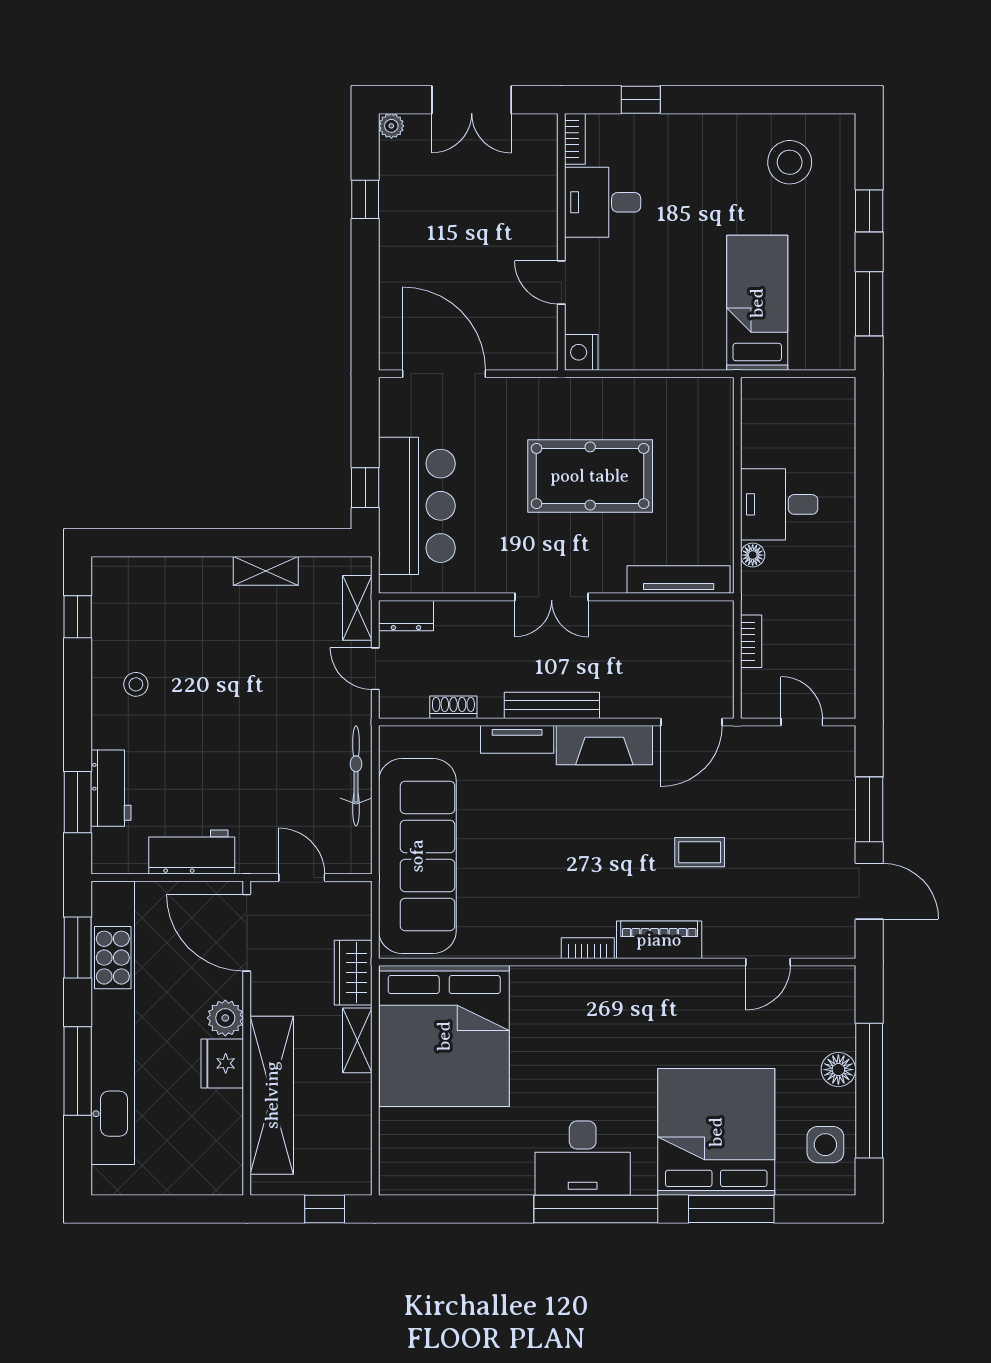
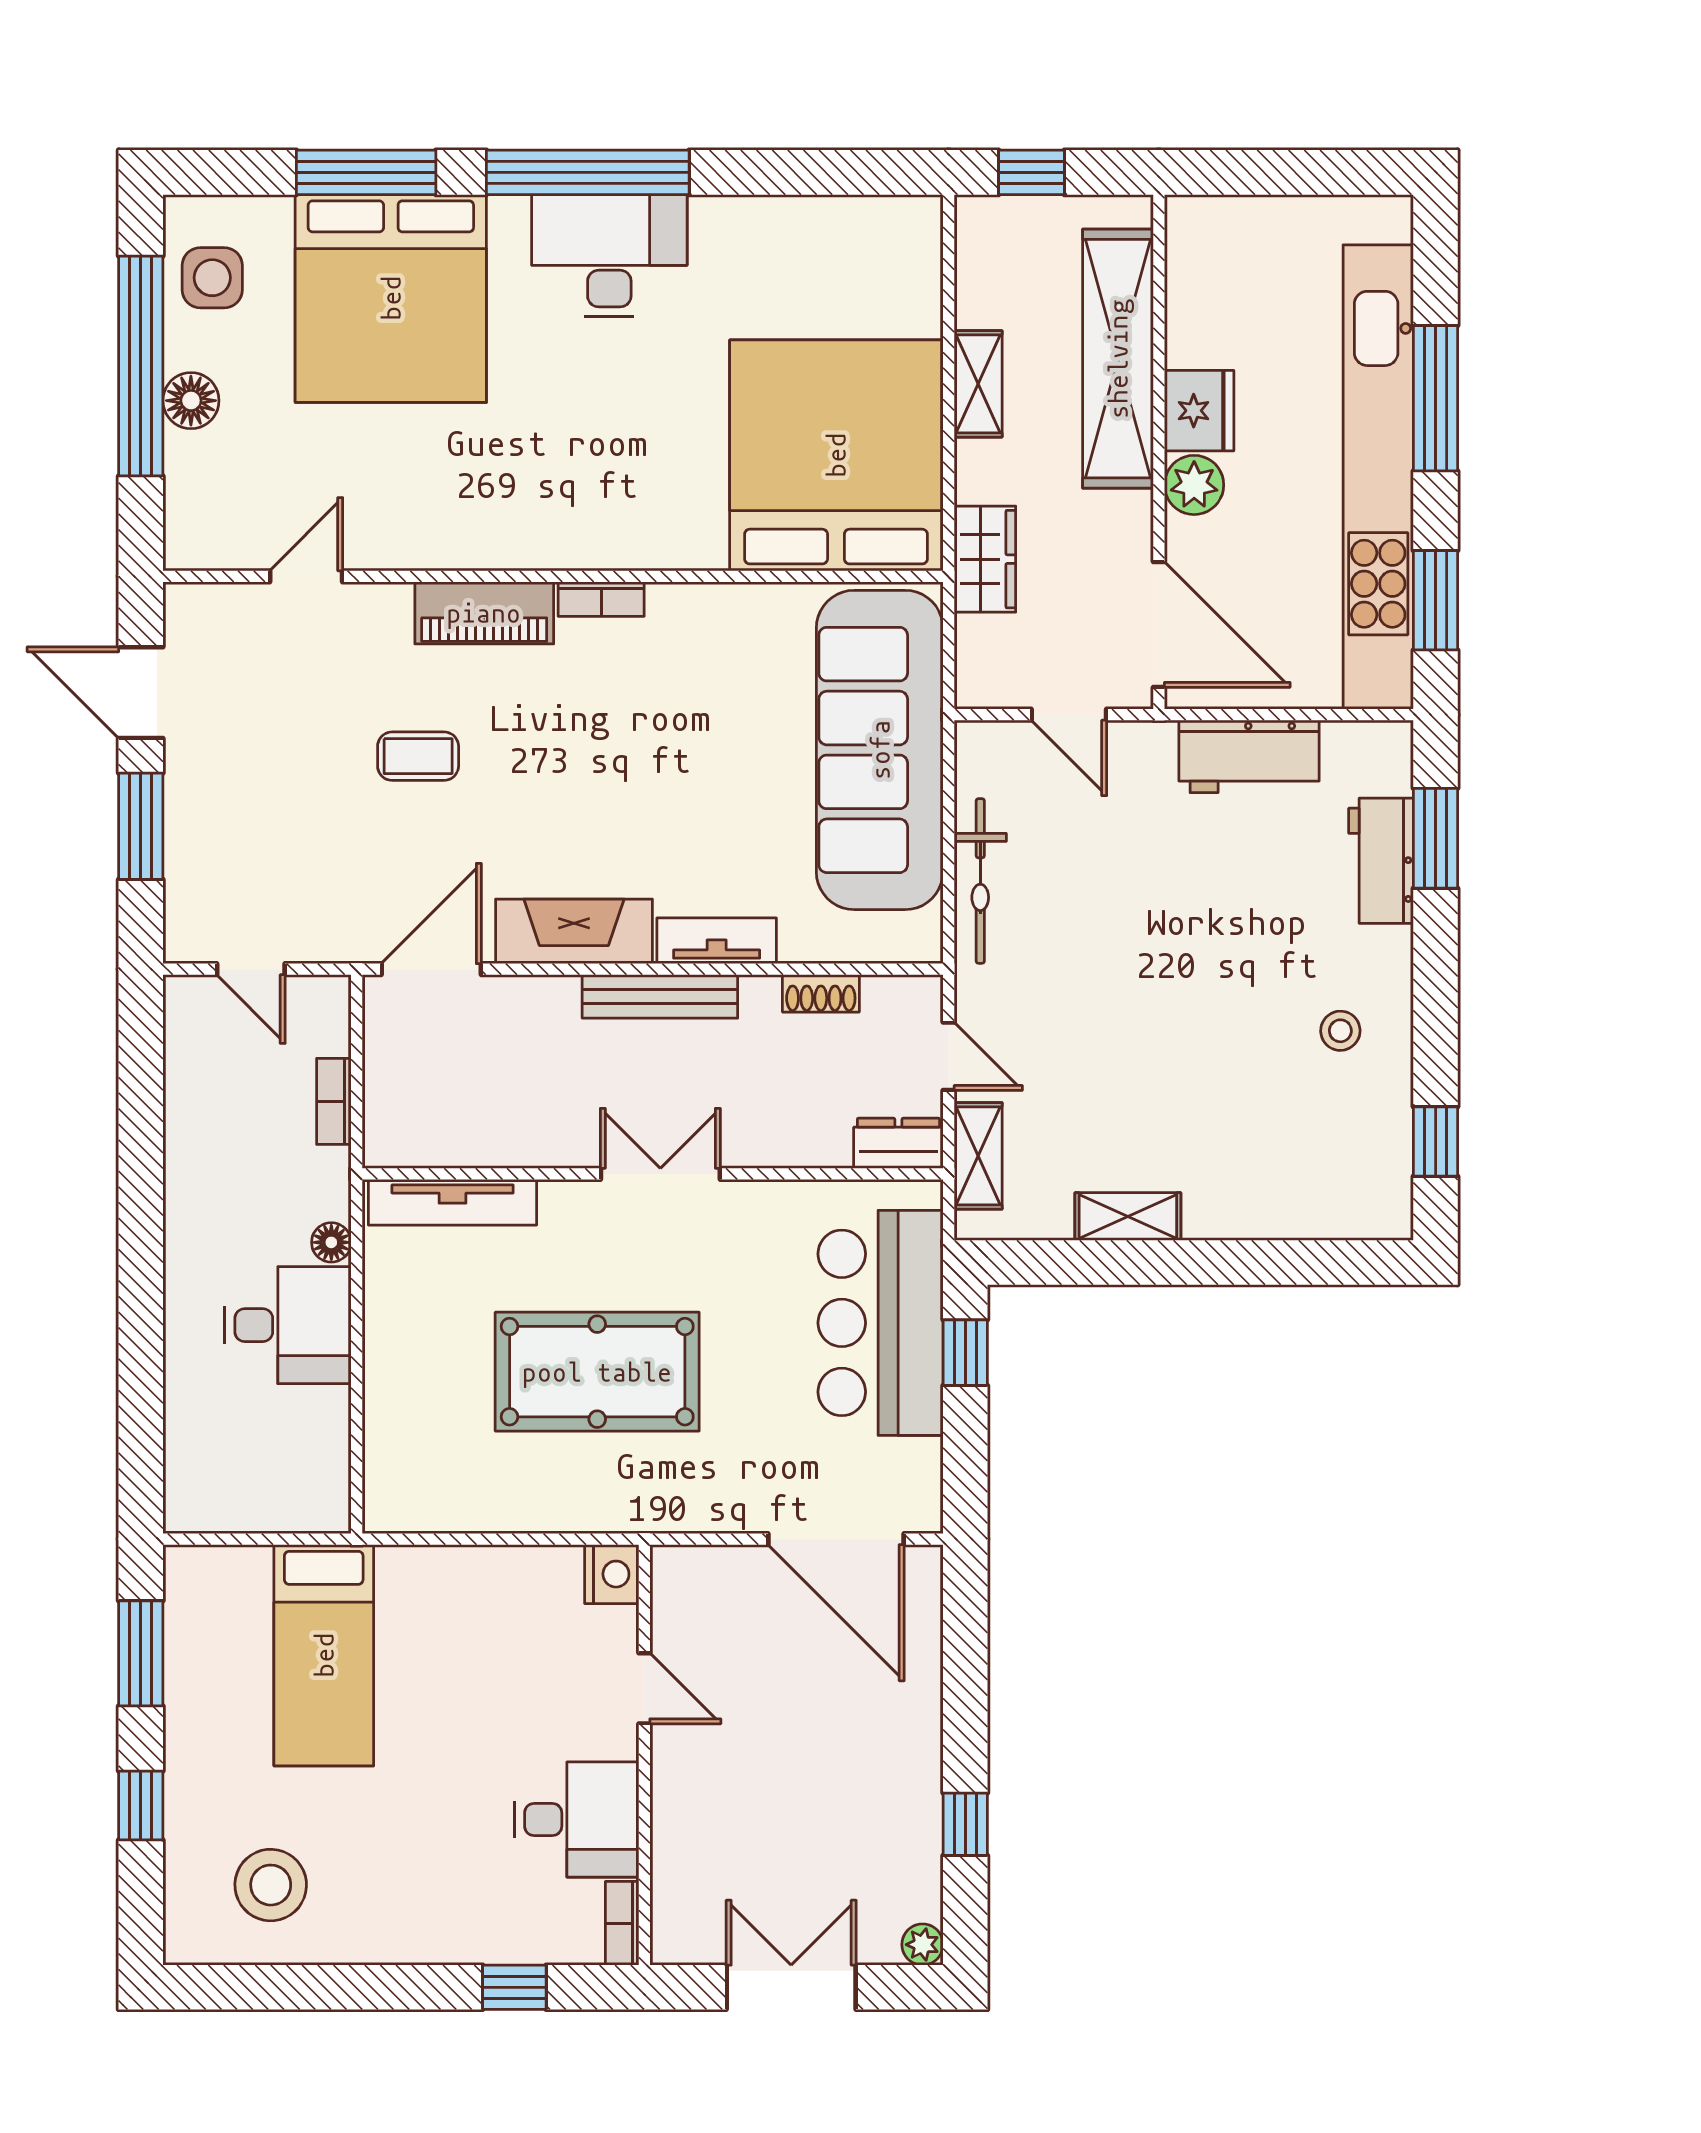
shelving: (357, 1040) -> (978, 384), moved

